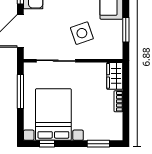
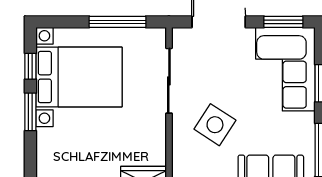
side table: (82, 33) -> (215, 125), turned -38
window: (98, 144) -> (30, 112), moved

